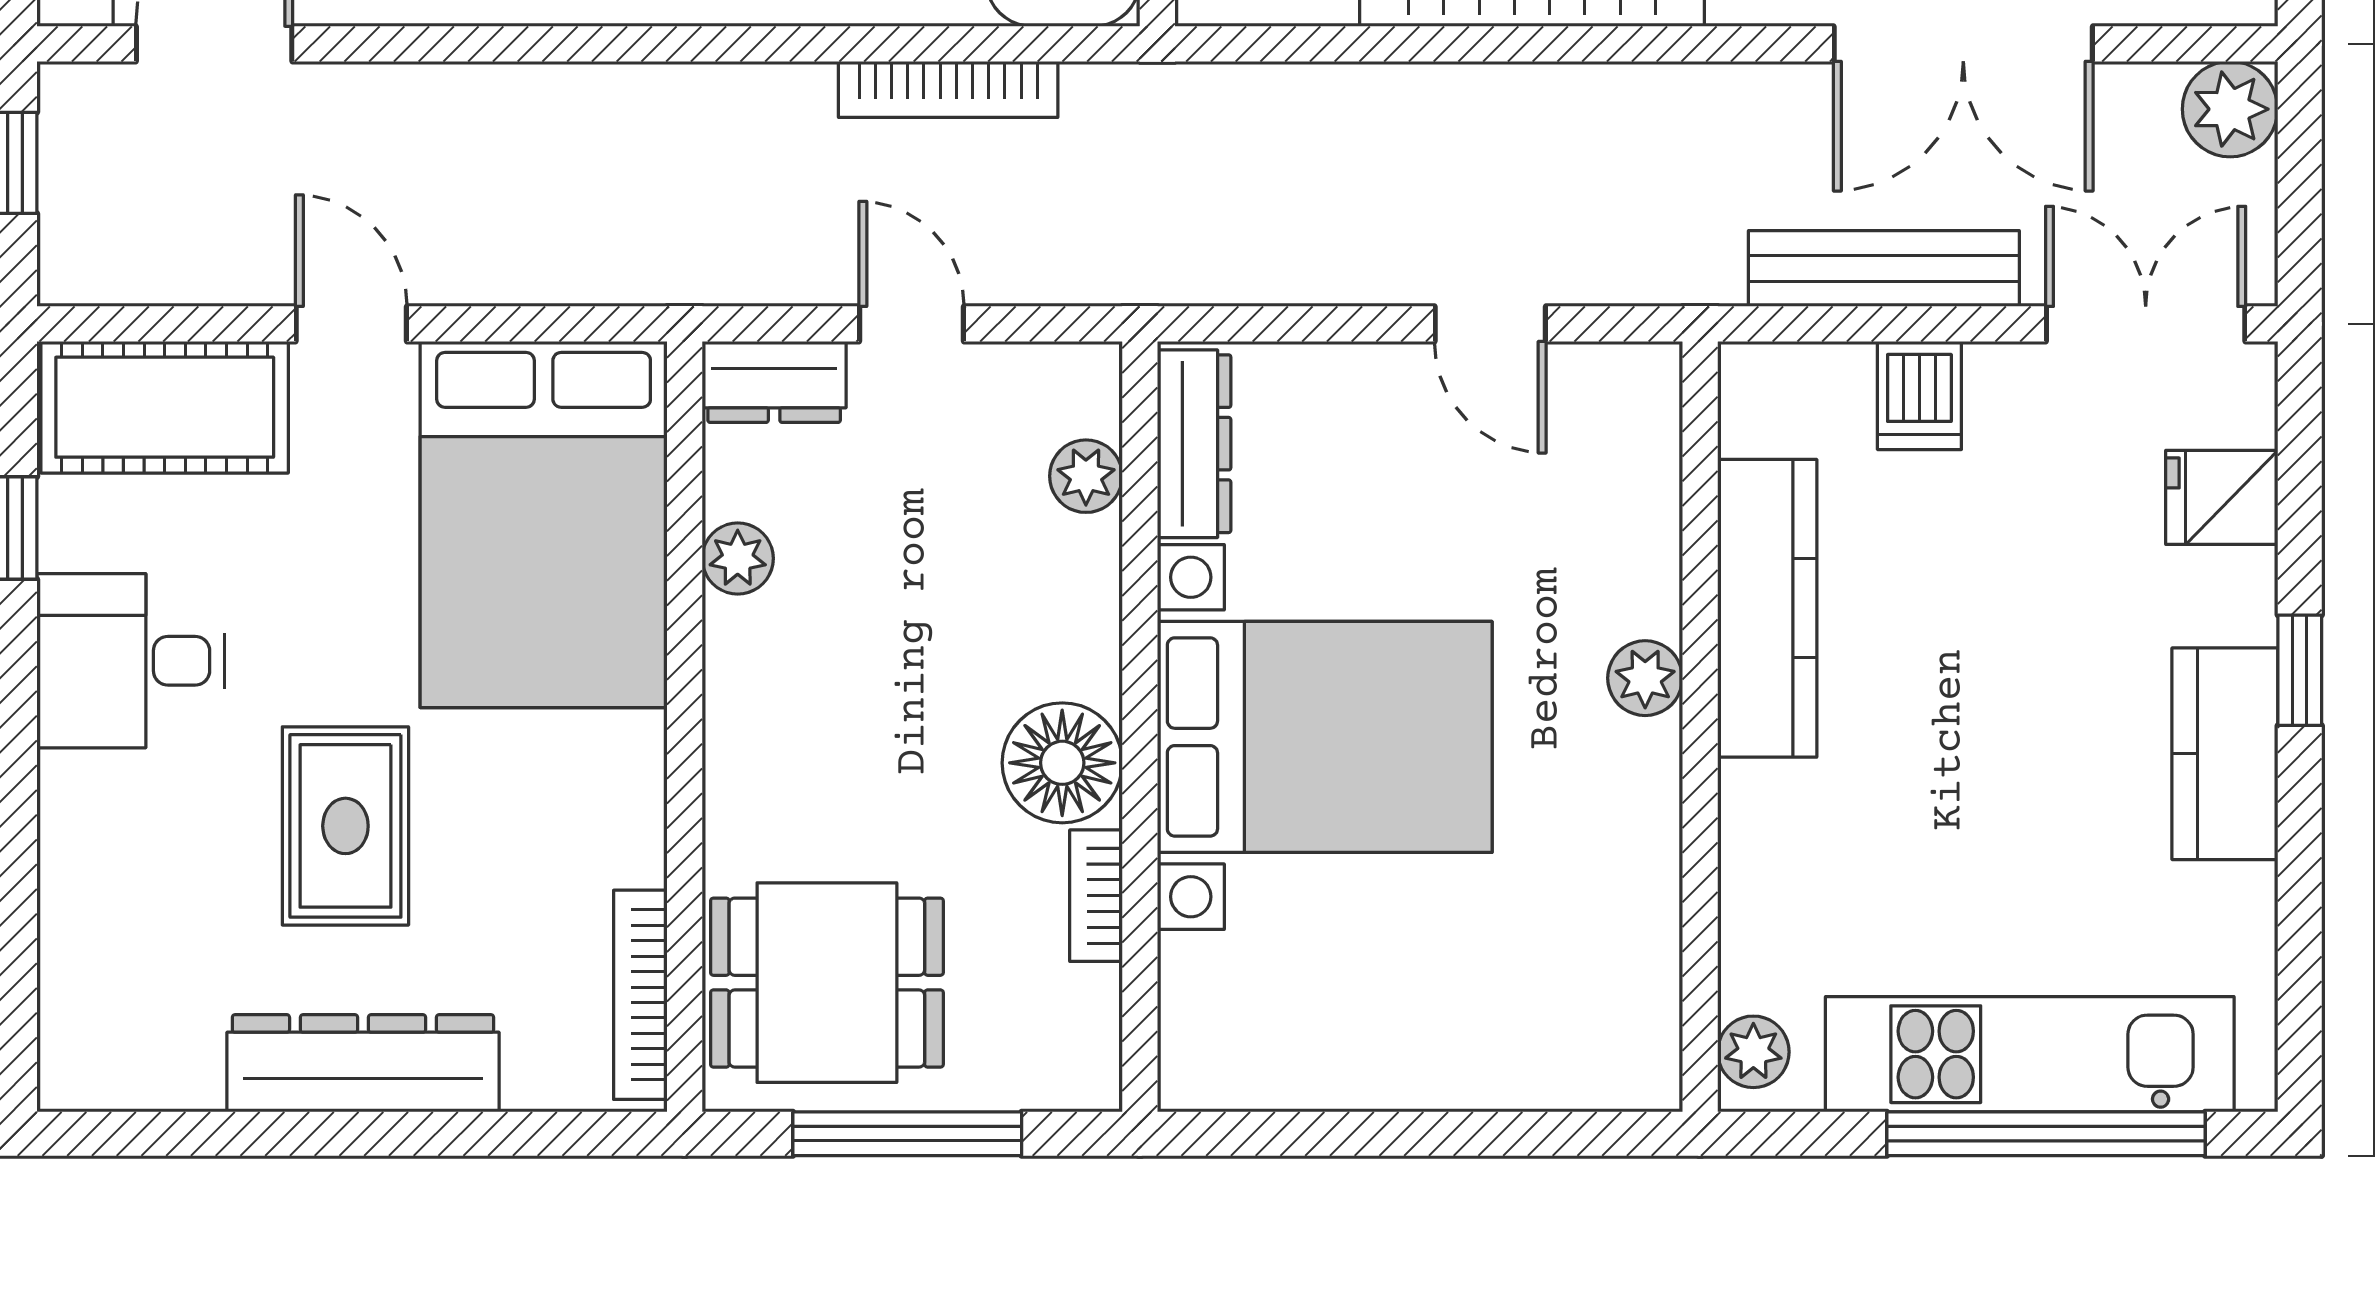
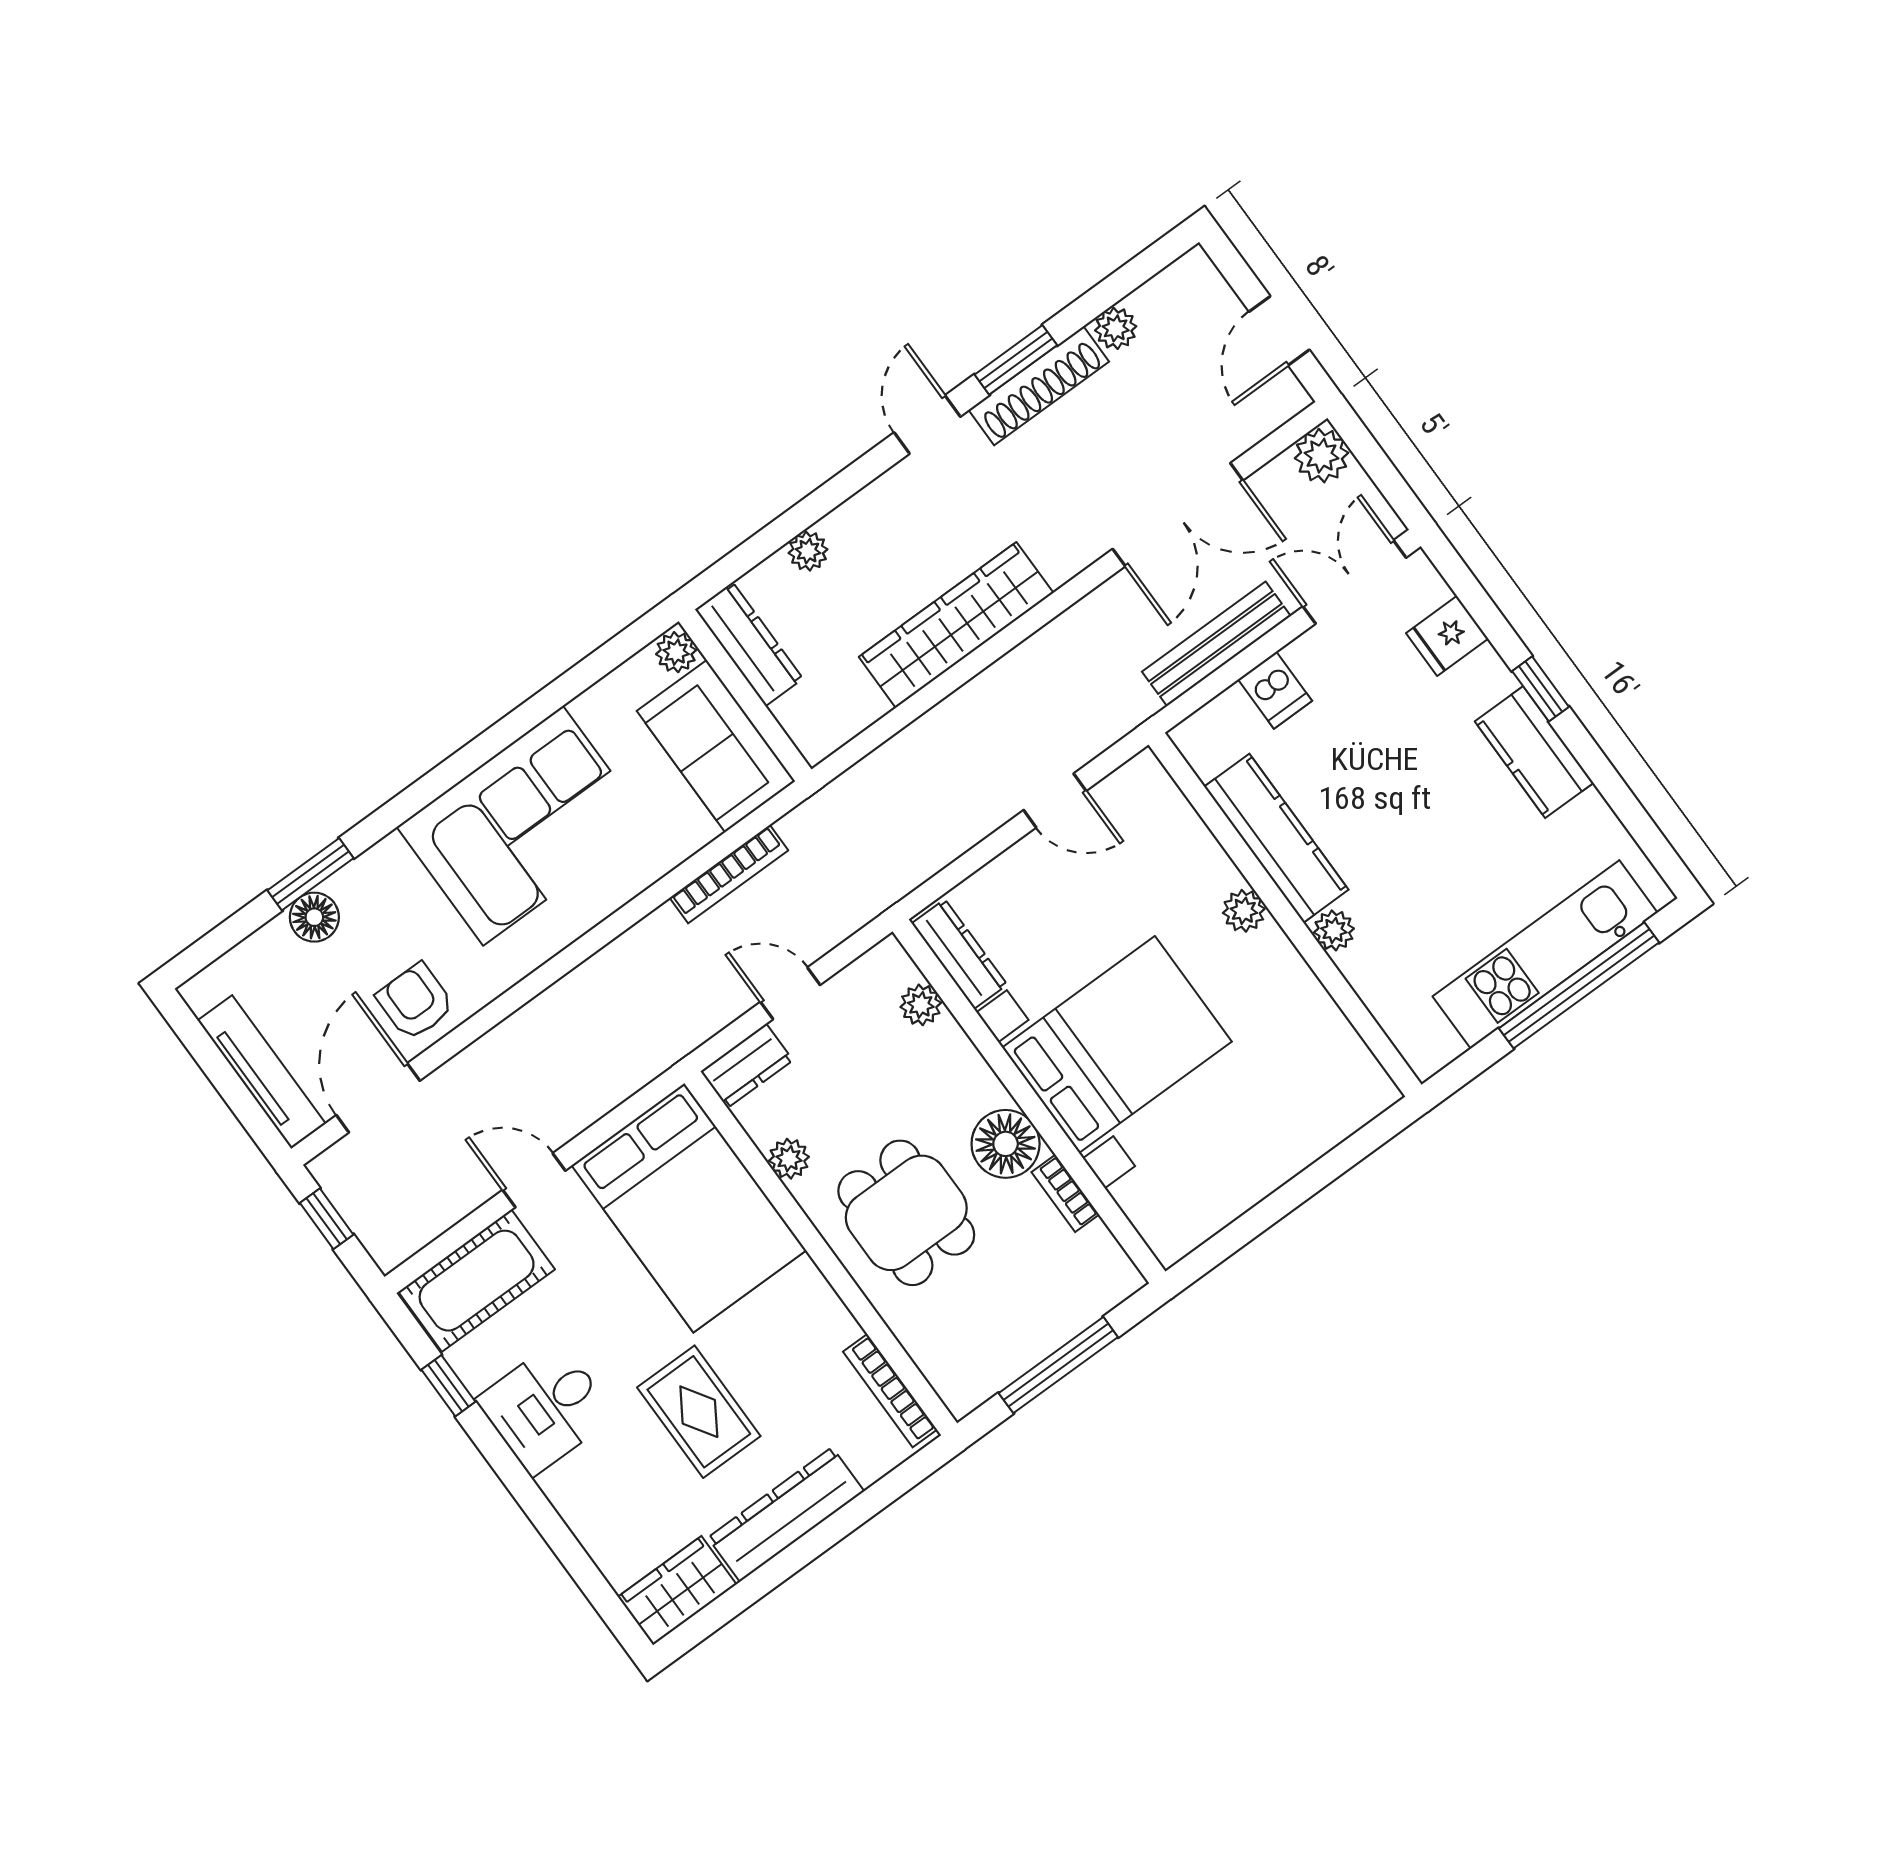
dining table: (827, 983) -> (906, 1213), moved, turned 90
plant: (1753, 1052) -> (1334, 930), moved
wardrobe: (129, 1059) -> (677, 1591), added

